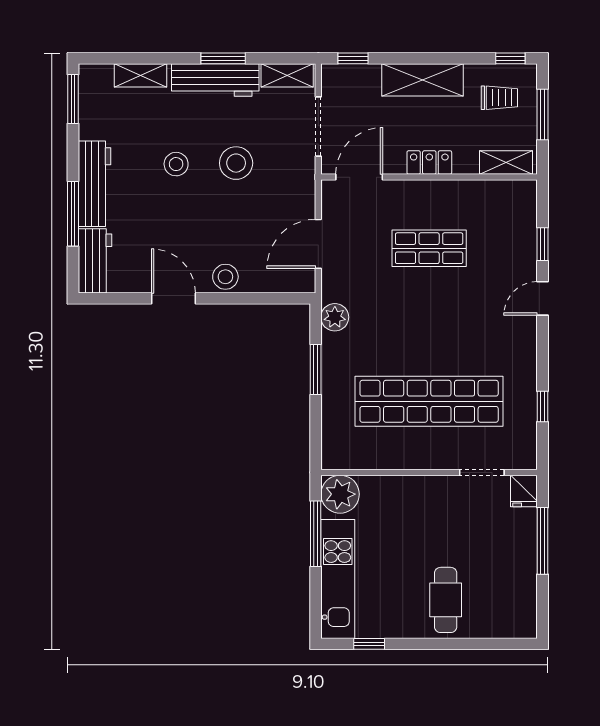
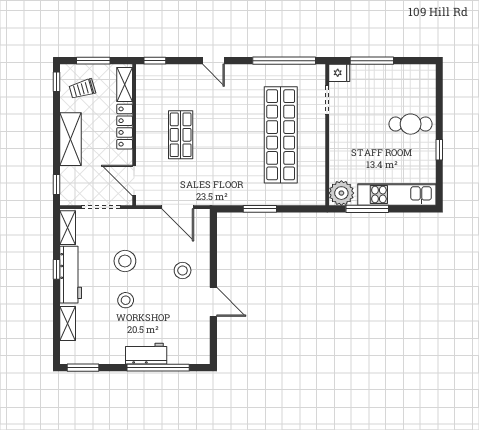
window: (223, 58) -> (57, 269), width x0.67
trolley: (499, 98) -> (82, 89), turned -106
locker: (429, 162) -> (125, 127), width x1.53
workbench: (94, 184) -> (146, 354), width x0.73
window: (73, 214) -> (158, 368), width x1.46
window: (543, 244) -> (155, 61), moved
workbench: (95, 261) -> (189, 353), removed
stool: (225, 277) -> (183, 270), moved
door: (173, 298) -> (213, 302), swing flipped
plant: (335, 317) -> (226, 196), removed
window: (543, 407) -> (284, 61), width x3.17
window: (369, 644) -> (439, 150), moved

